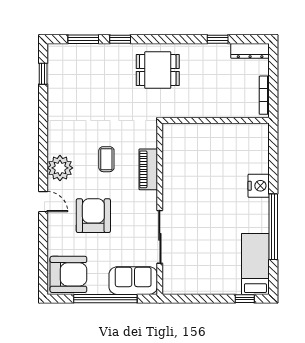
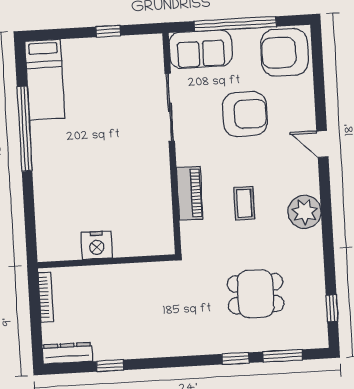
dining table: (158, 70) -> (256, 294), moved
plant: (60, 168) -> (304, 212), moved
nightstand: (259, 186) -> (97, 245), moved, turned -90
armchair: (93, 216) -> (245, 114), moved, turned -90
window: (245, 299) -> (108, 31), moved

